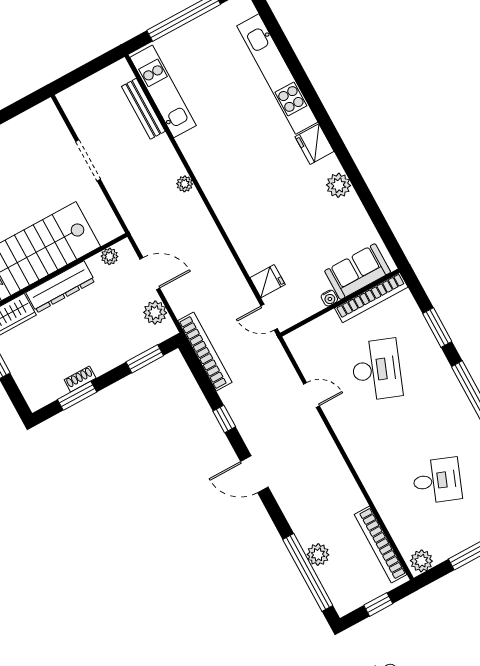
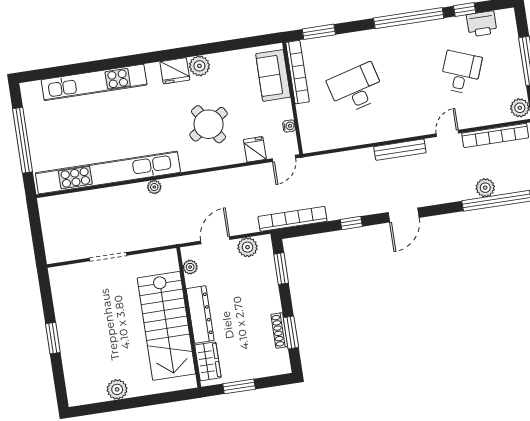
kitchen unit: (163, 91) -> (108, 173), width x1.86
bench: (143, 109) -> (400, 150), moved
fridge: (314, 144) -> (175, 71), moved
round table: (277, 219) -> (209, 124), added
water cooler: (329, 298) -> (289, 126), moved
window: (437, 328) -> (319, 32), moved
desk: (377, 370) -> (356, 89), turned -36
shoe rack: (80, 379) -> (279, 331), width x1.43
door: (311, 395) -> (447, 133), moved

